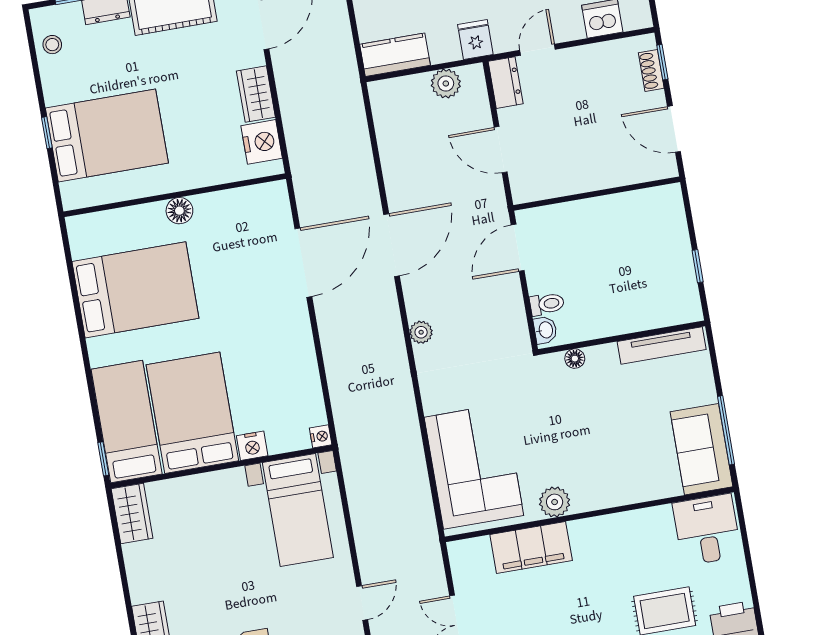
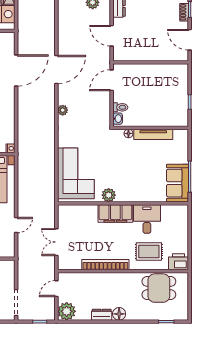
tv unit: (662, 345) -> (153, 134), moved
desk: (707, 530) -> (147, 219), moved
filing cabinet: (531, 548) -> (115, 213), moved

